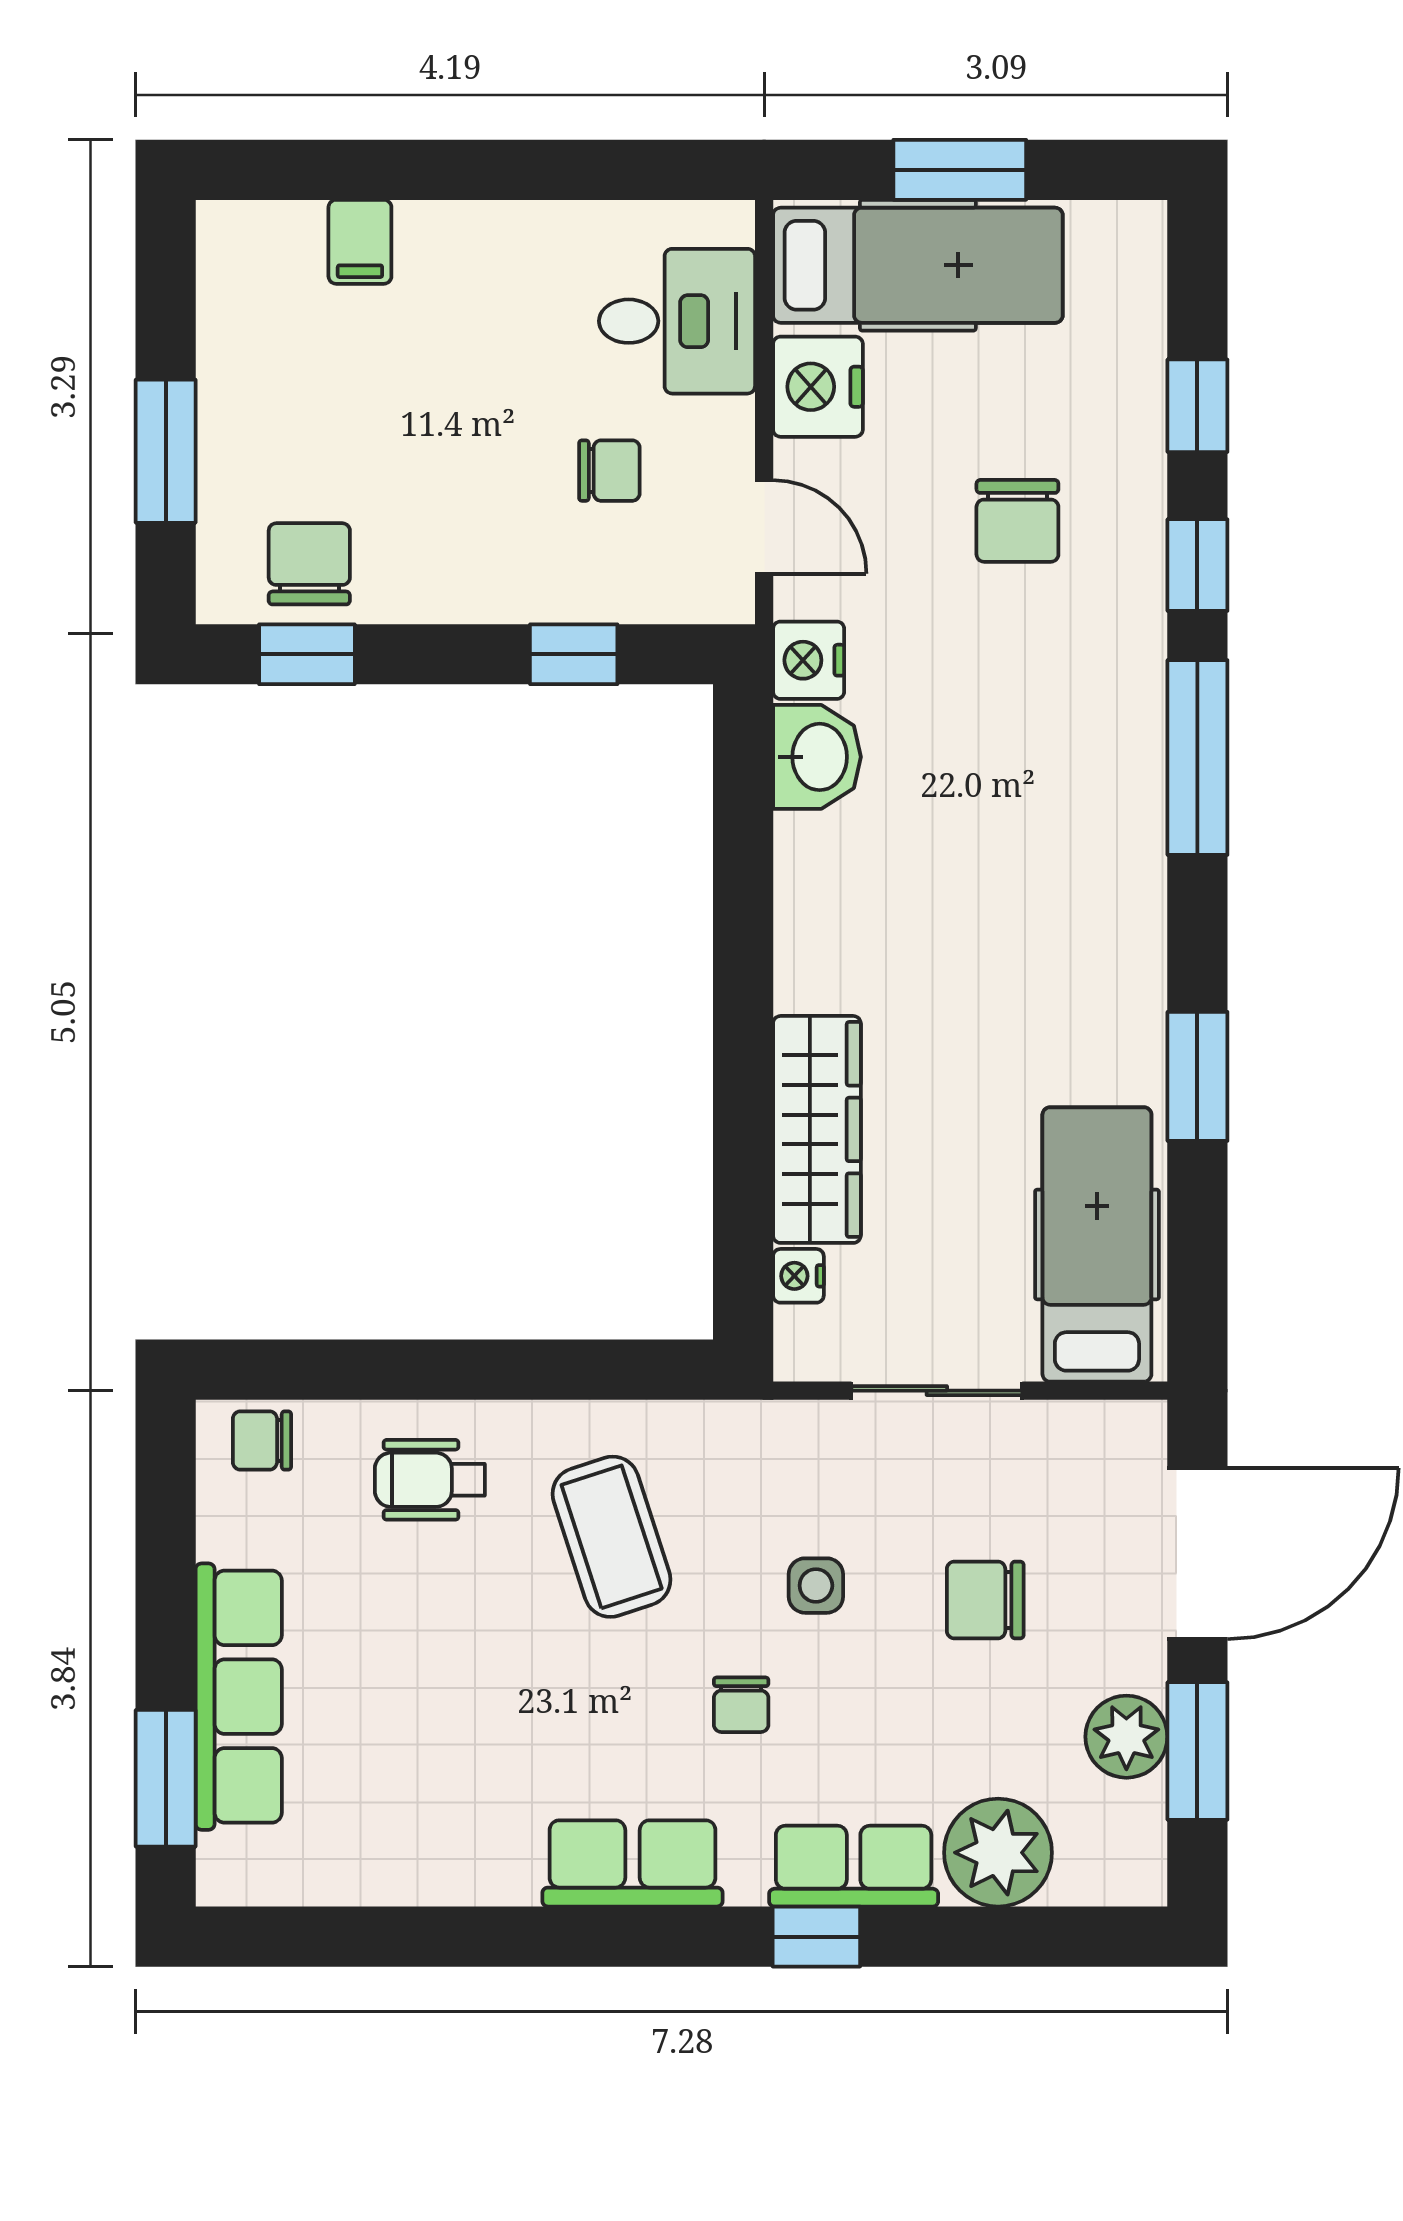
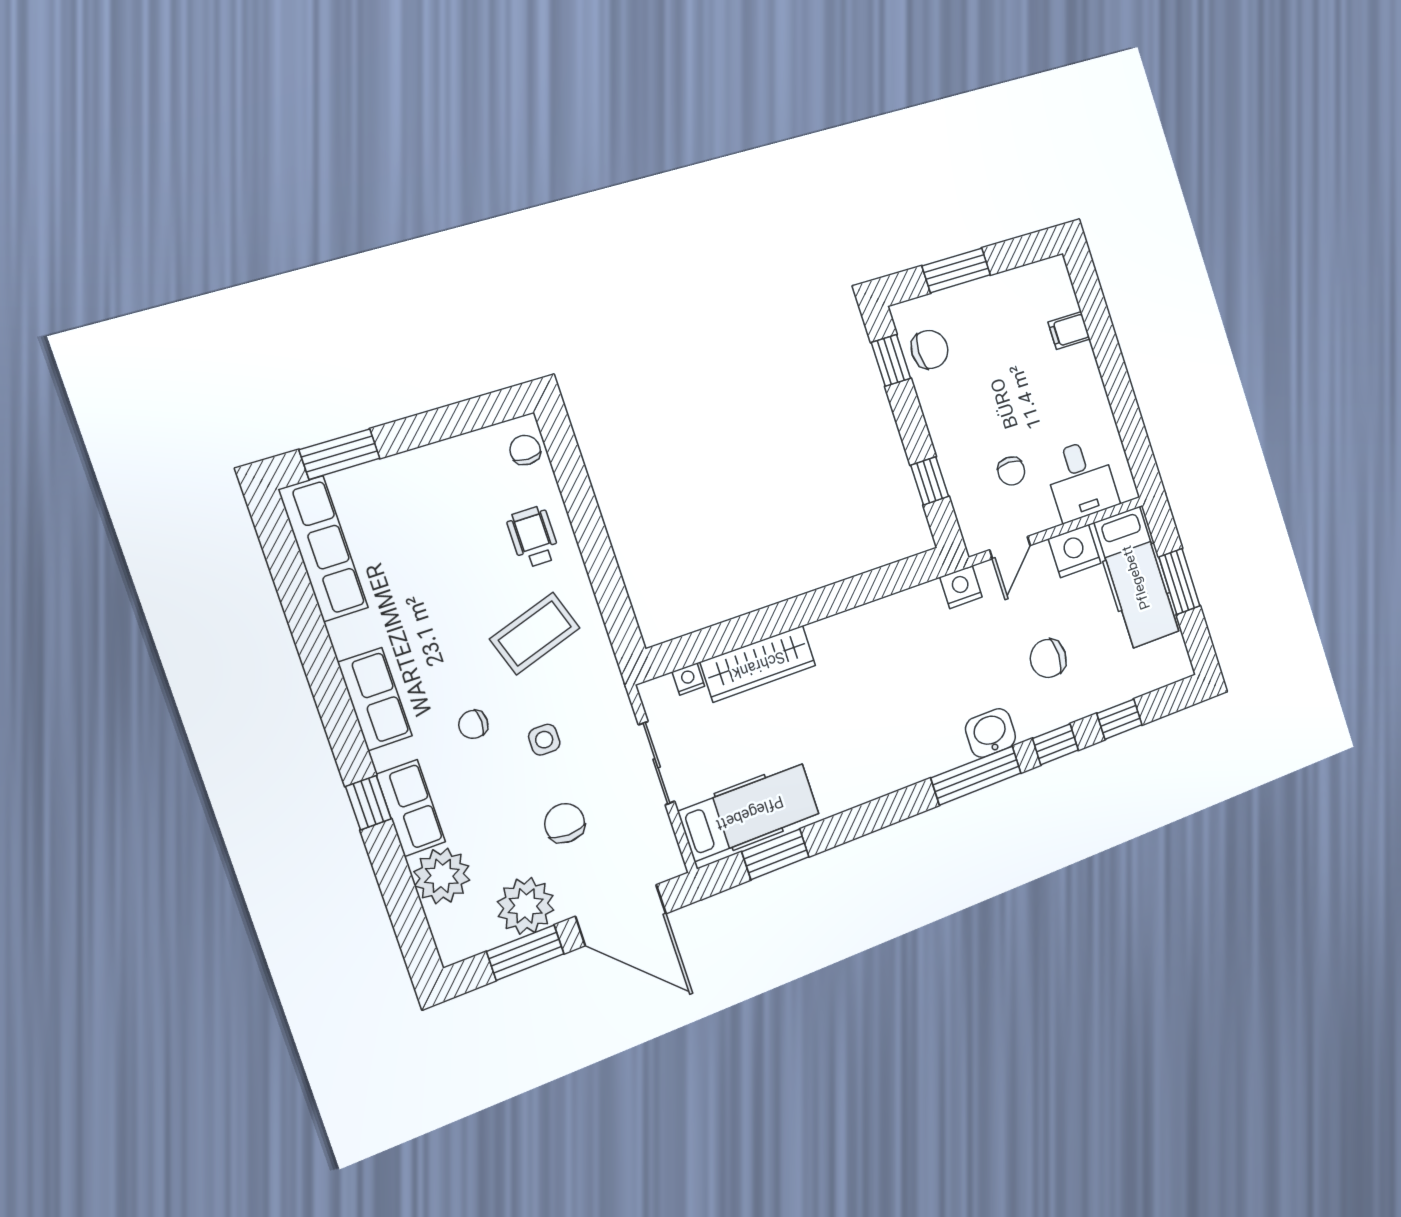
washbasin: (817, 757) -> (990, 733), moved, turned 180
window: (1197, 1076) -> (776, 854), moved
row of seats: (239, 1697) -> (323, 549), moved, turned -90
plant: (1126, 1737) -> (526, 906), width x1.36, depth x1.36

